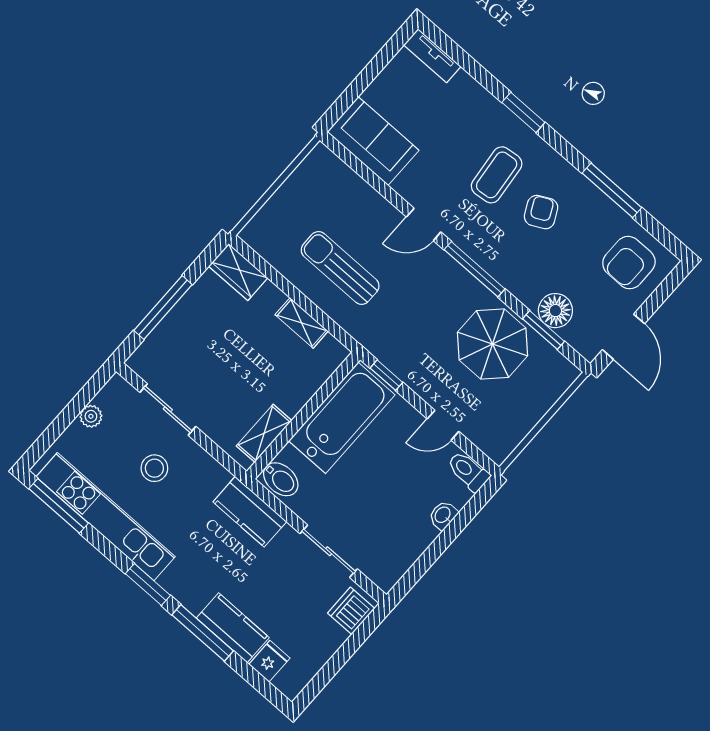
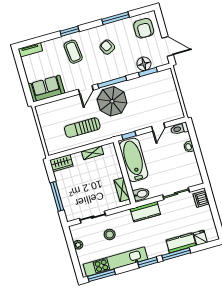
coffee table: (497, 175) -> (73, 52), moved
parasol: (493, 344) -> (112, 101), moved

